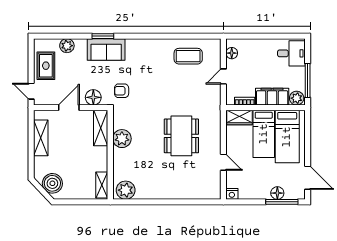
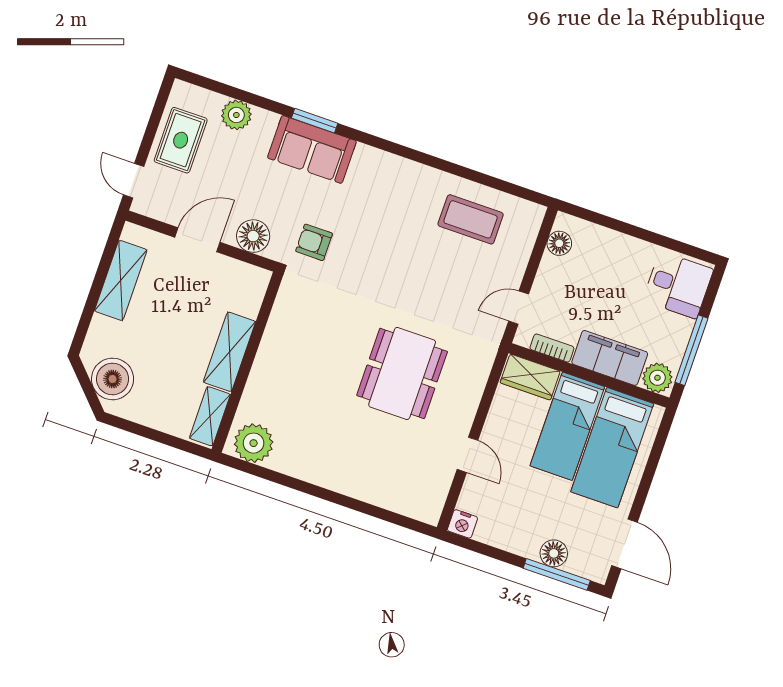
door: (223, 76) -> (519, 308), moved
shelving: (101, 128) -> (229, 352), moved
plant: (122, 139) -> (282, 338), removed

